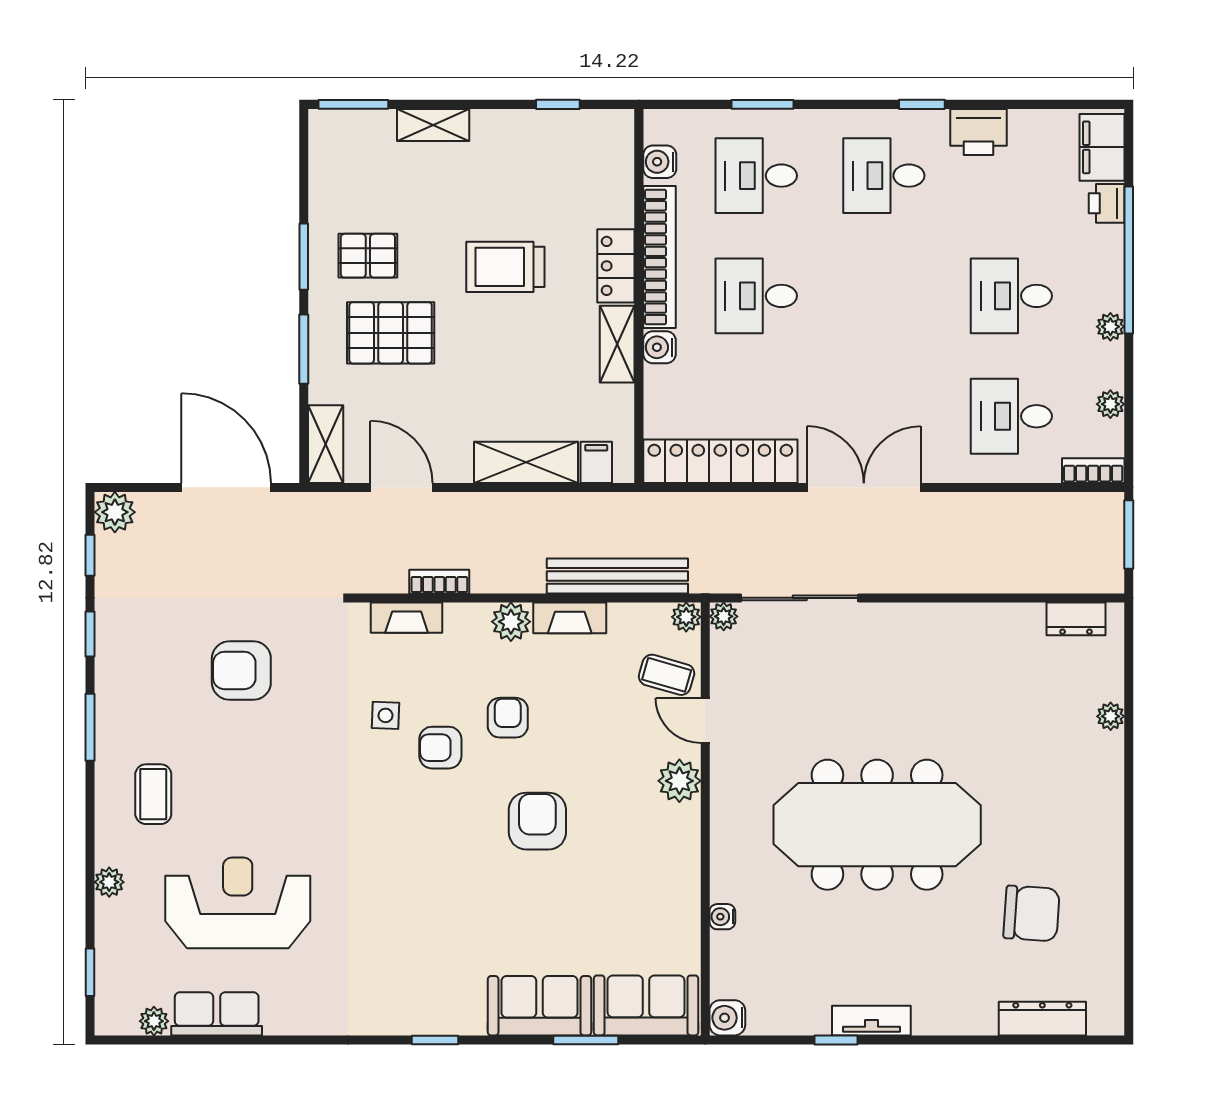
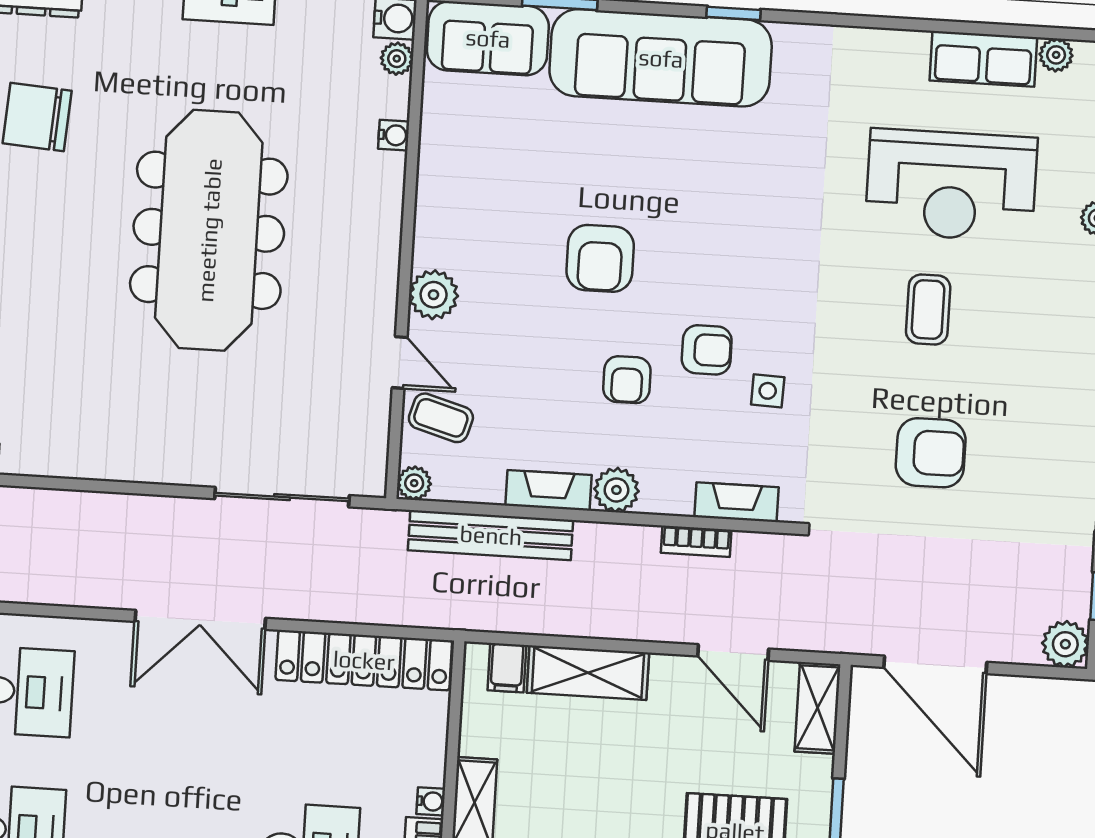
water cooler: (659, 347) -> (431, 801), width x0.72, depth x0.72
plant: (724, 616) -> (397, 59), moved
coffee table: (153, 794) -> (928, 309), moved
meeting table: (877, 825) -> (209, 230), turned 90
sofa: (540, 1006) -> (661, 58), width x1.85, depth x1.27

